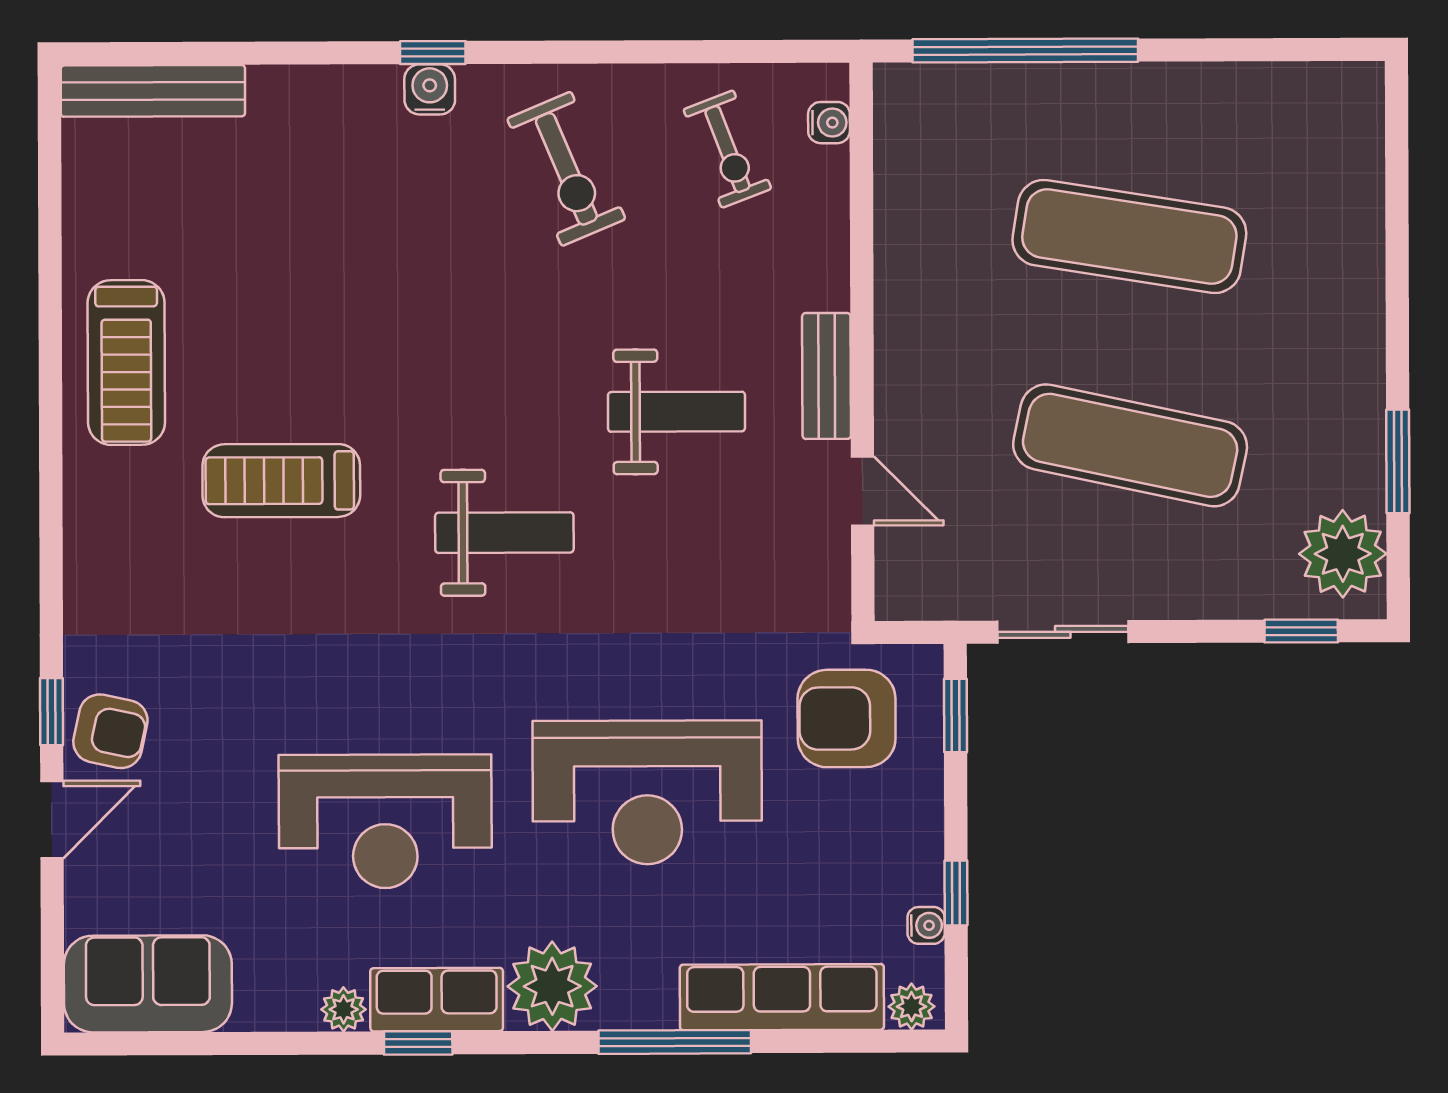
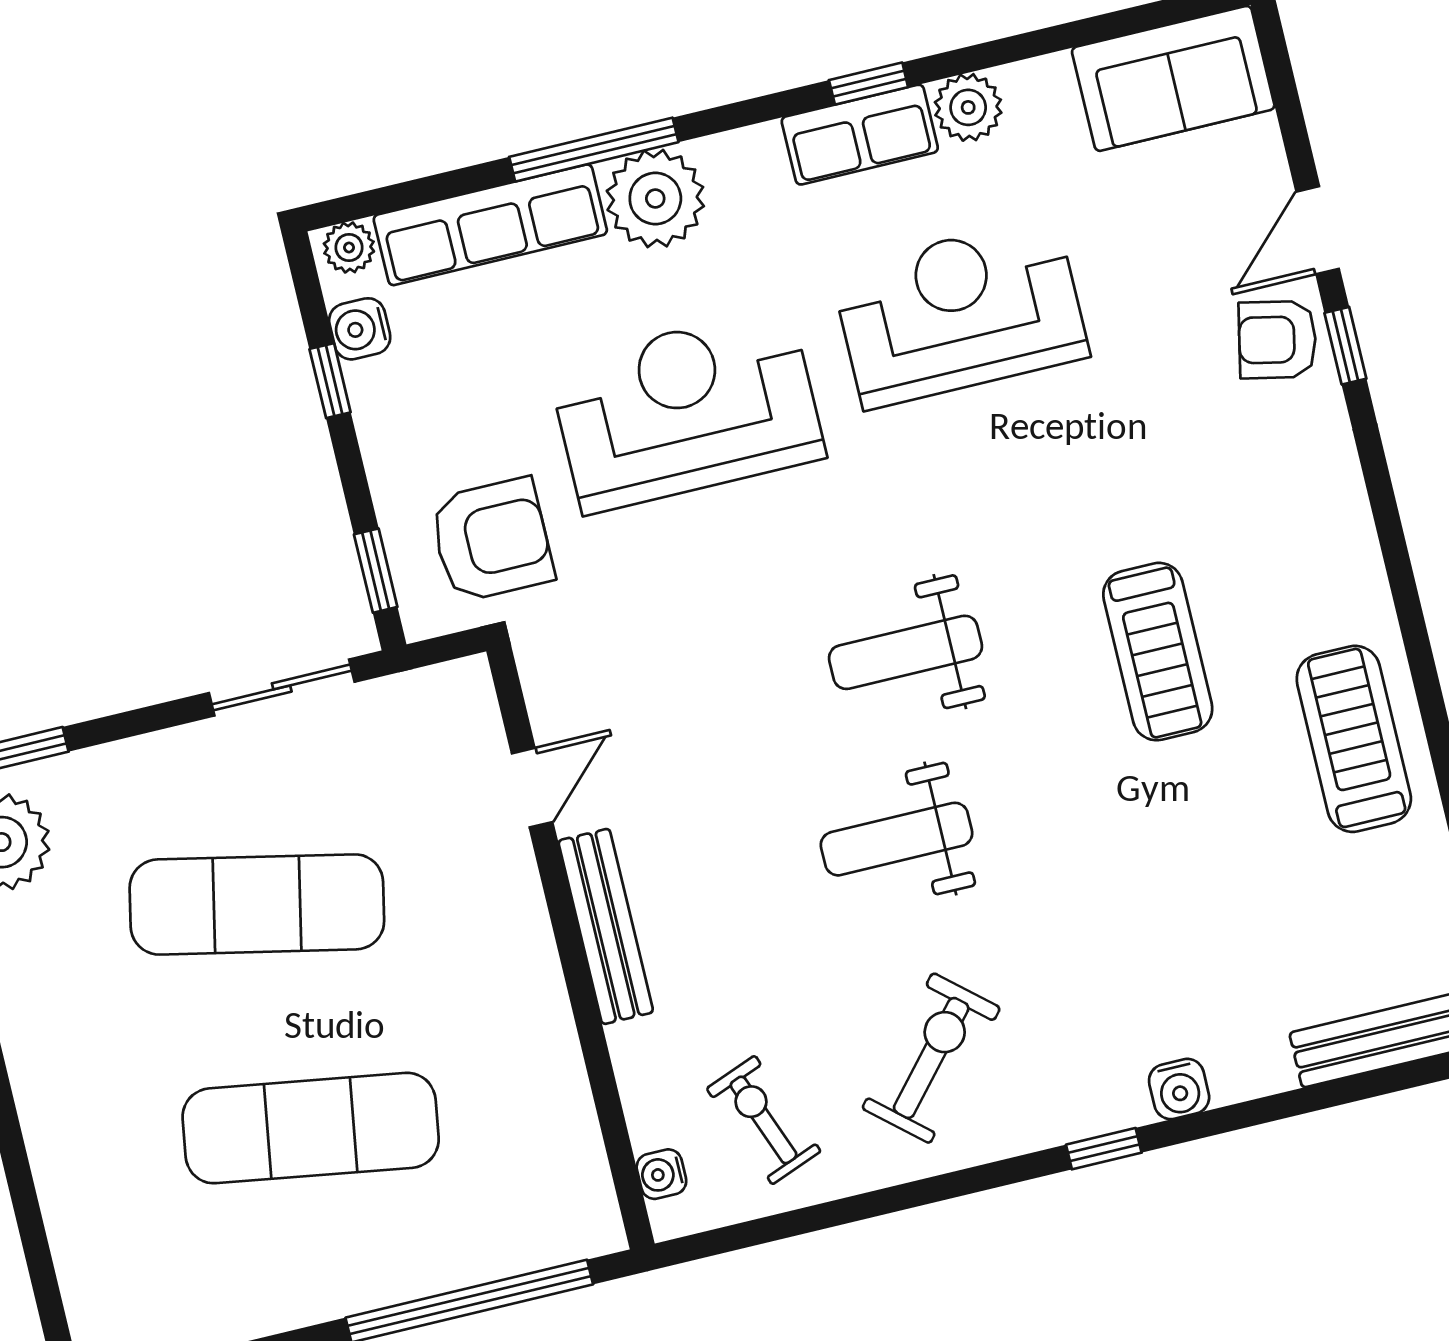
water cooler: (430, 89) -> (1179, 1089), moved
exercise bike: (566, 169) -> (931, 1058), turned 64
bench: (827, 376) -> (606, 926), width x1.36
weight bench: (676, 412) -> (896, 839), moved
treadmill: (281, 481) -> (1158, 652), turned 90
door: (863, 491) -> (532, 788), swing flipped
water cooler: (926, 925) -> (360, 329), width x1.38, depth x1.38
plant: (552, 986) -> (655, 199), moved
plant: (344, 1009) -> (968, 107), width x1.38, depth x1.38

